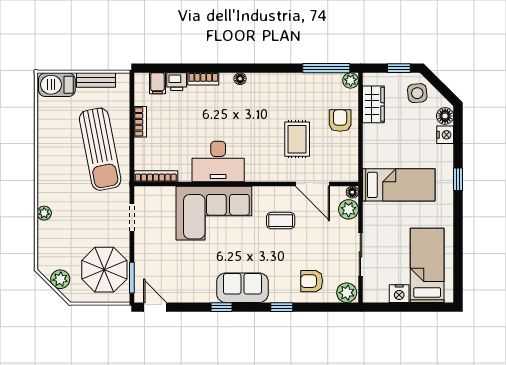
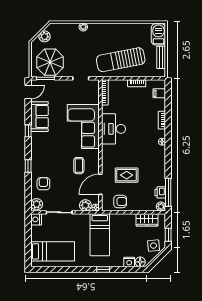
printer: (177, 82) -> (160, 192), moved
armchair: (340, 121) -> (120, 201), moved
sofa: (242, 288) -> (40, 117), moved
nightstand: (399, 294) -> (36, 219), moved

